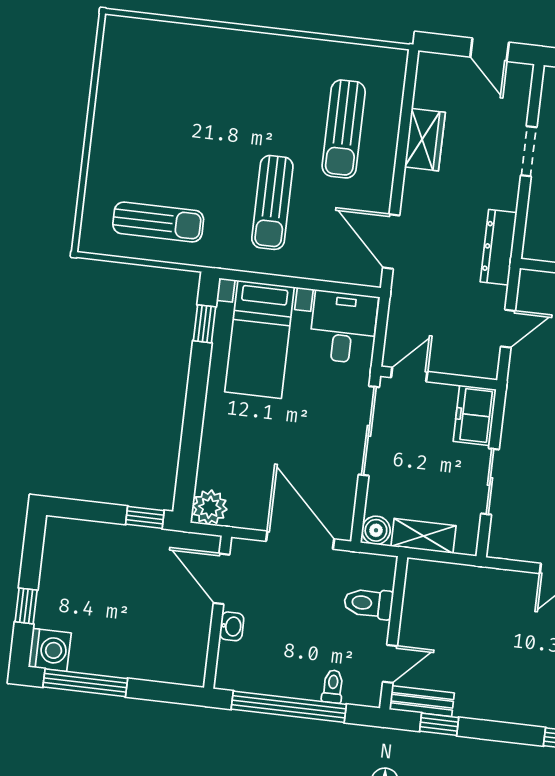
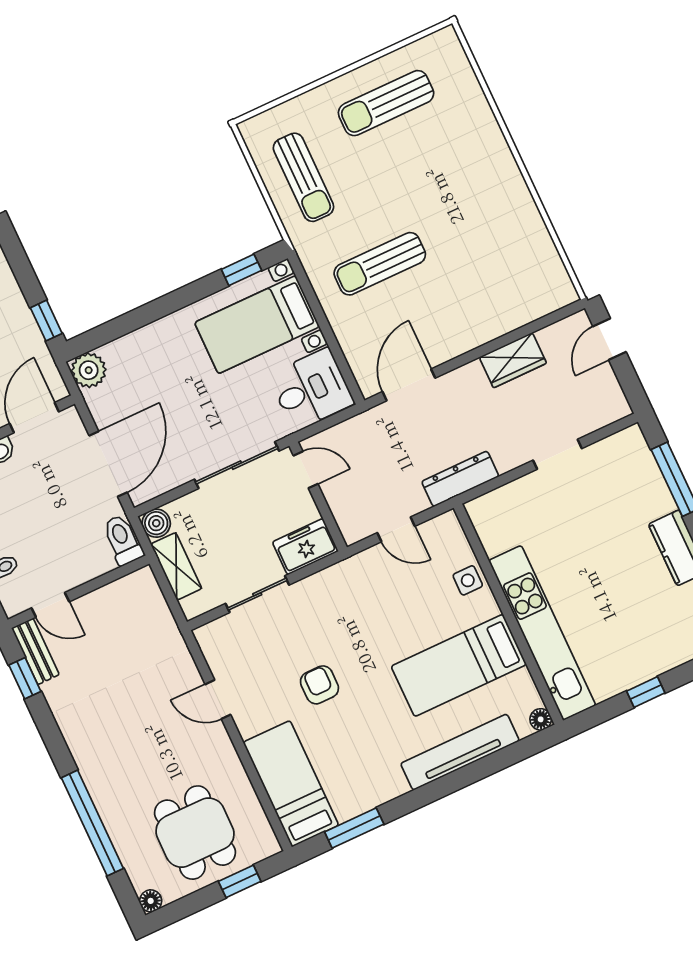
door: (490, 50) -> (610, 339), moved
sun lounger: (344, 129) -> (386, 103), moved
toilet: (368, 603) -> (123, 540), moved

